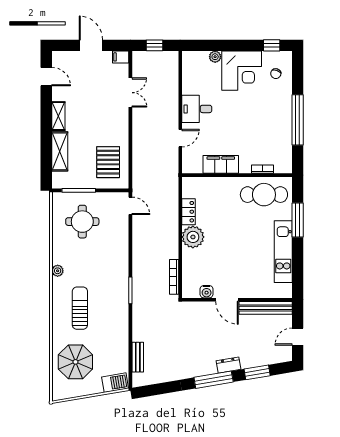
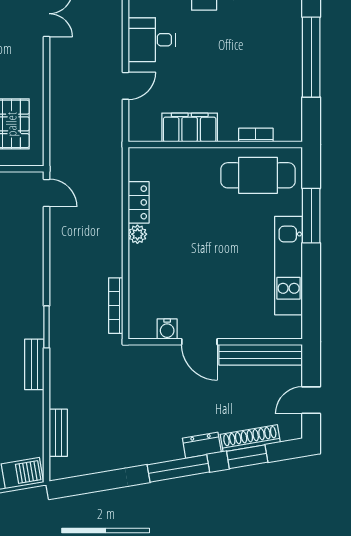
plant: (193, 237) -> (137, 234), width x0.53, depth x0.53
bench: (123, 314) -> (34, 364), added
shoe rack: (259, 361) -> (250, 438), added

